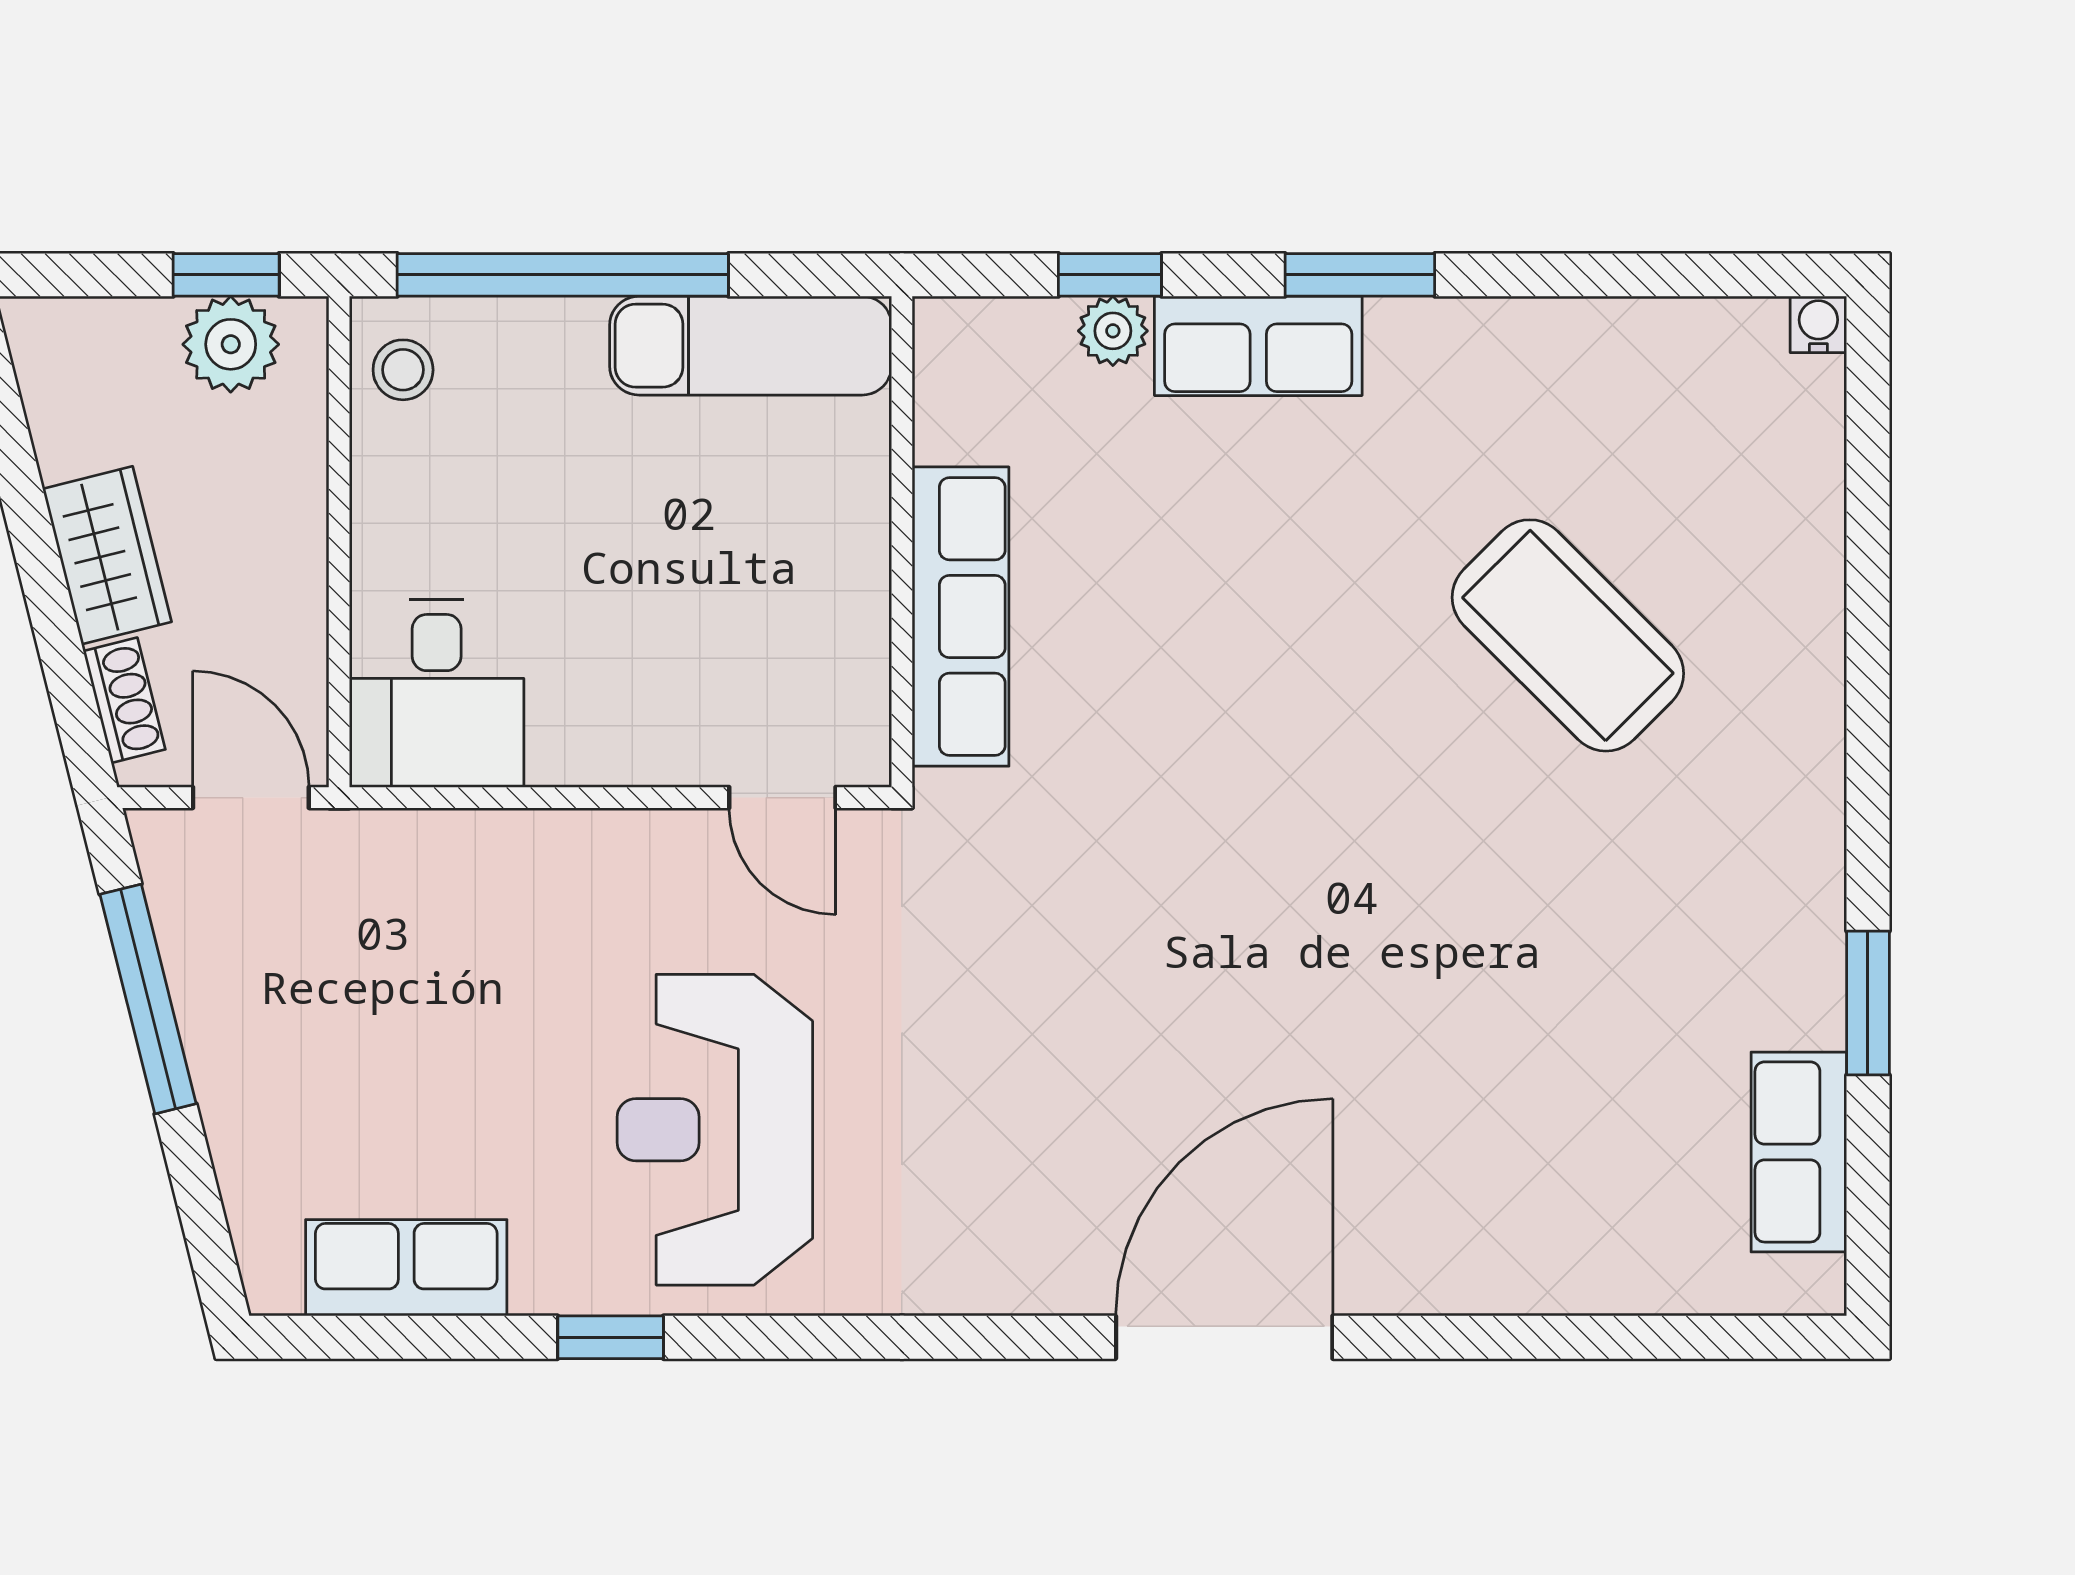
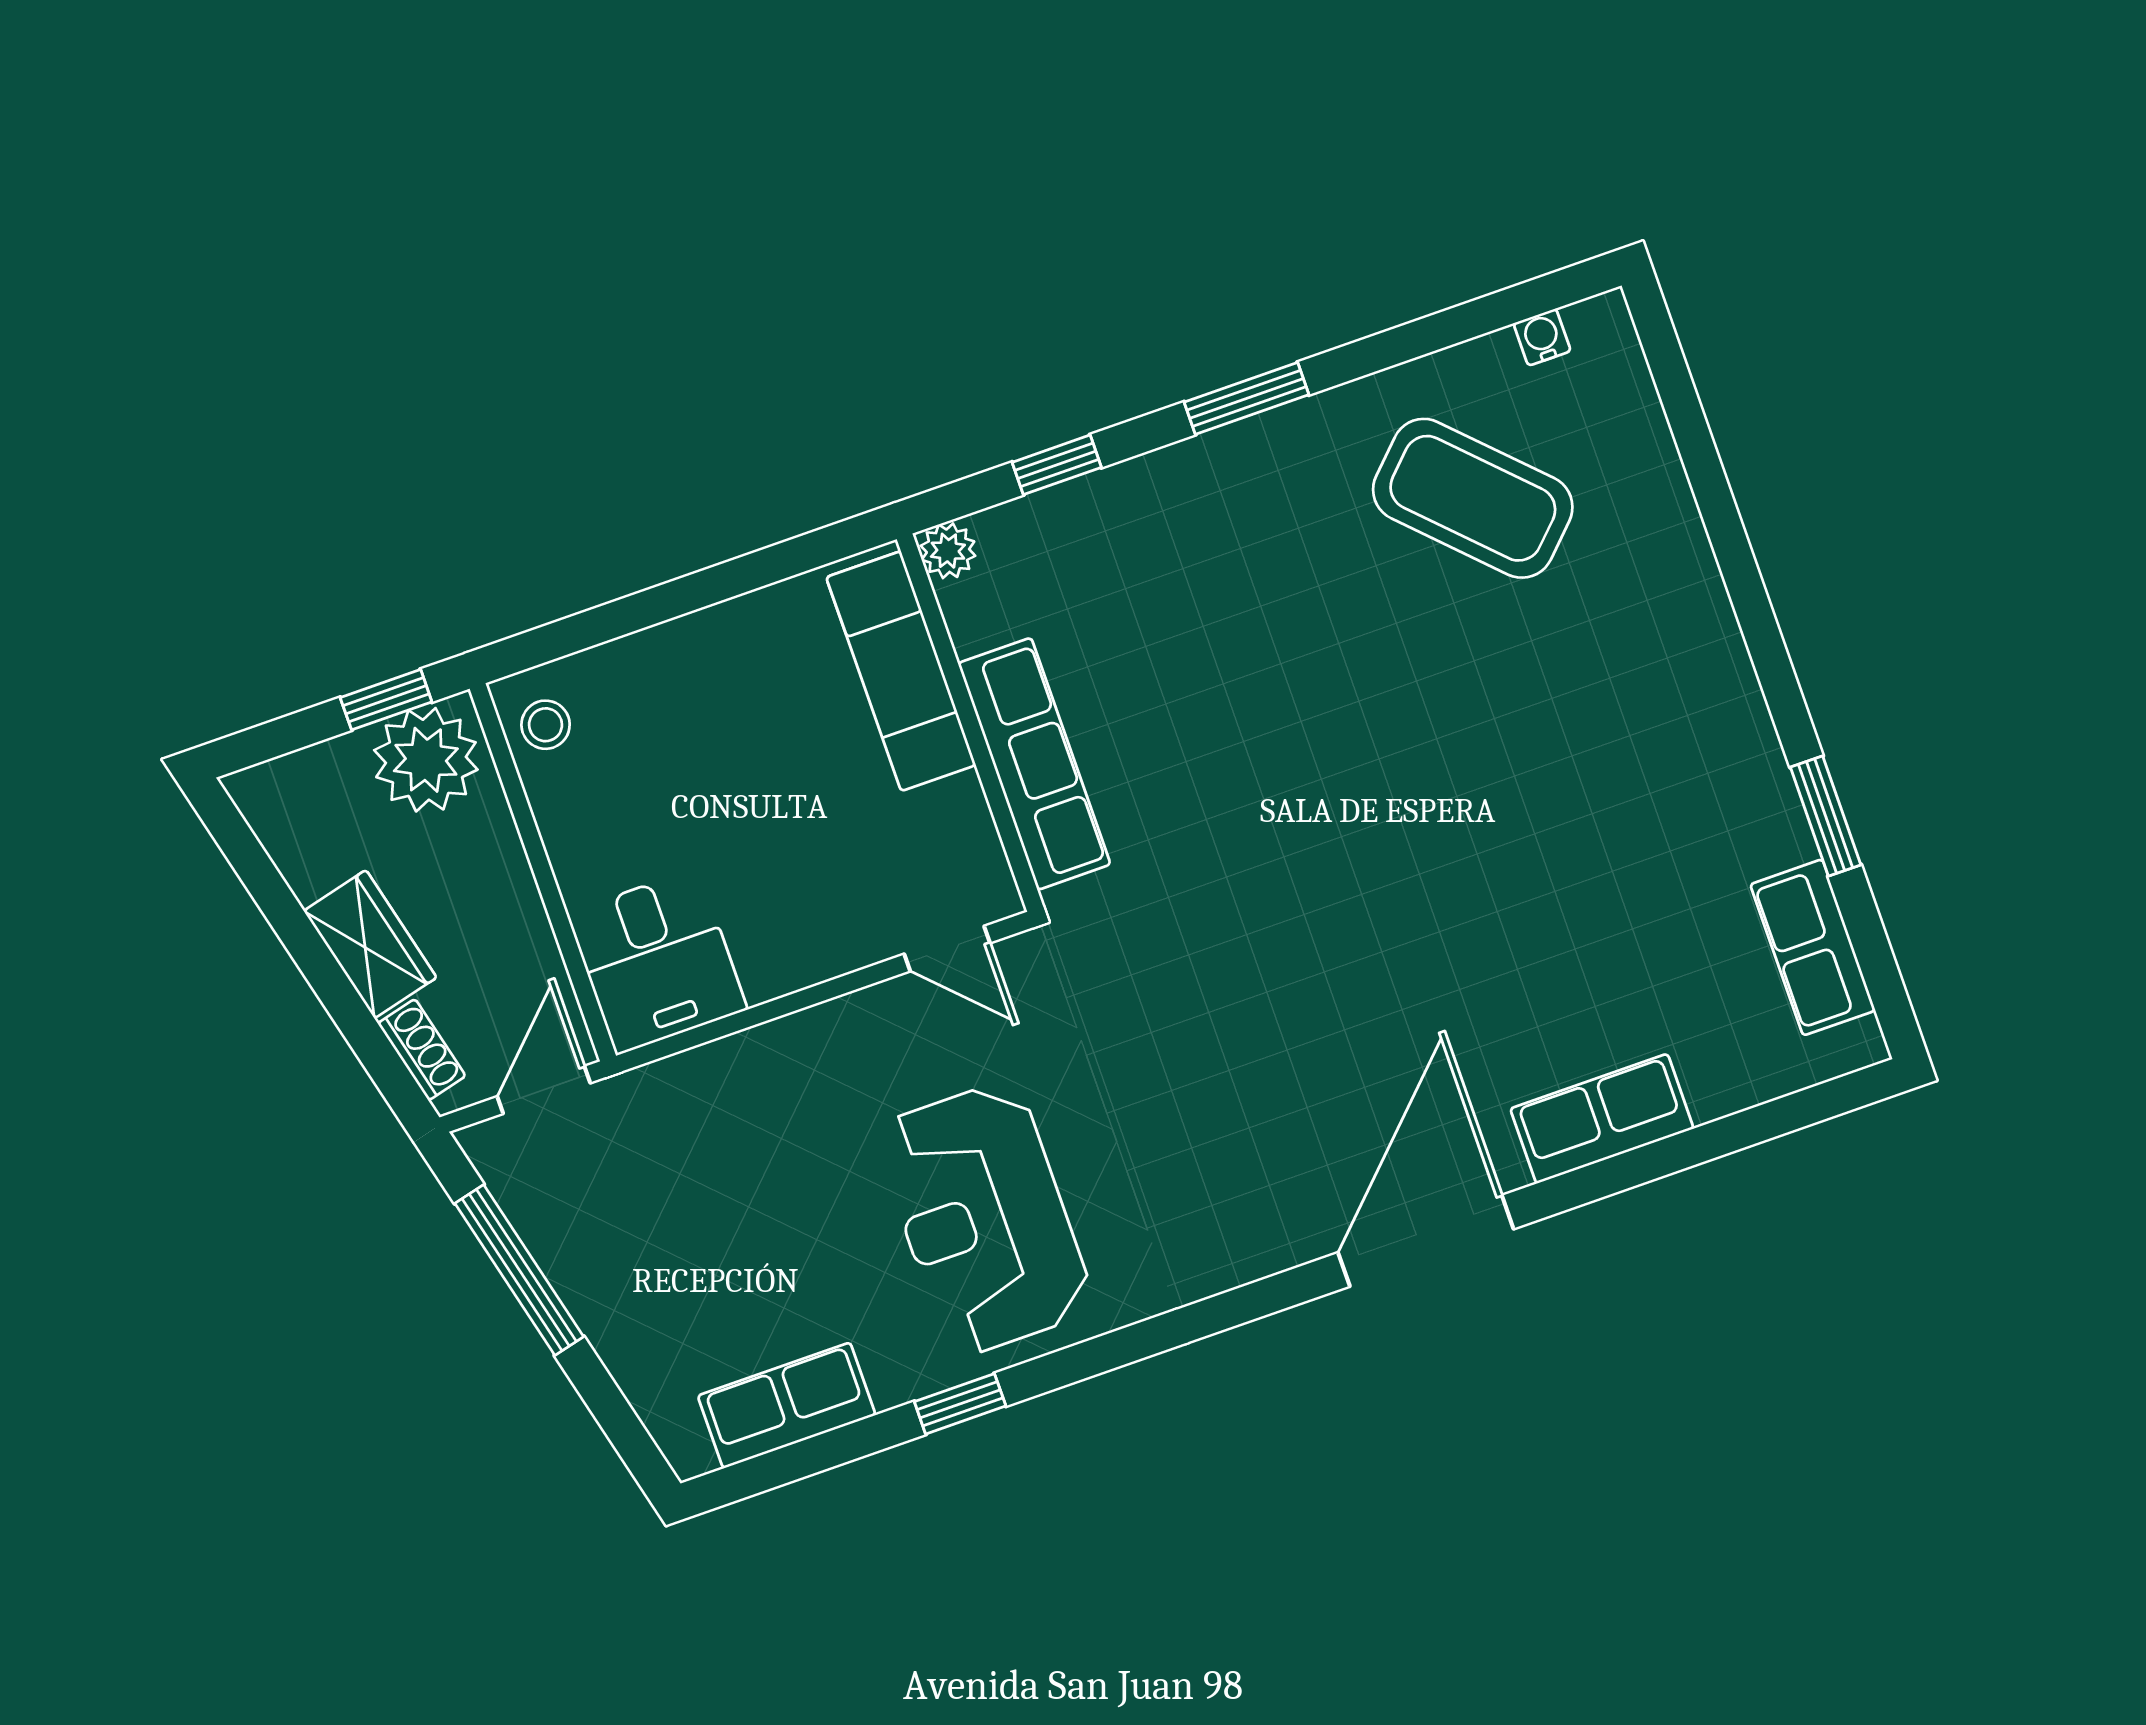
window: (563, 275) -> (642, 610), removed
water cooler: (1818, 324) -> (1542, 337), moved
plant: (1113, 331) -> (948, 551), moved
plant: (231, 344) -> (426, 760), width x1.36, depth x1.36
exam couch: (751, 346) -> (901, 671), moved, turned 90
row of seats: (1258, 346) -> (1602, 1119), moved, turned 180
coffee table: (1568, 635) -> (1473, 498), moved
door: (251, 798) -> (544, 1090), hinge flipped

